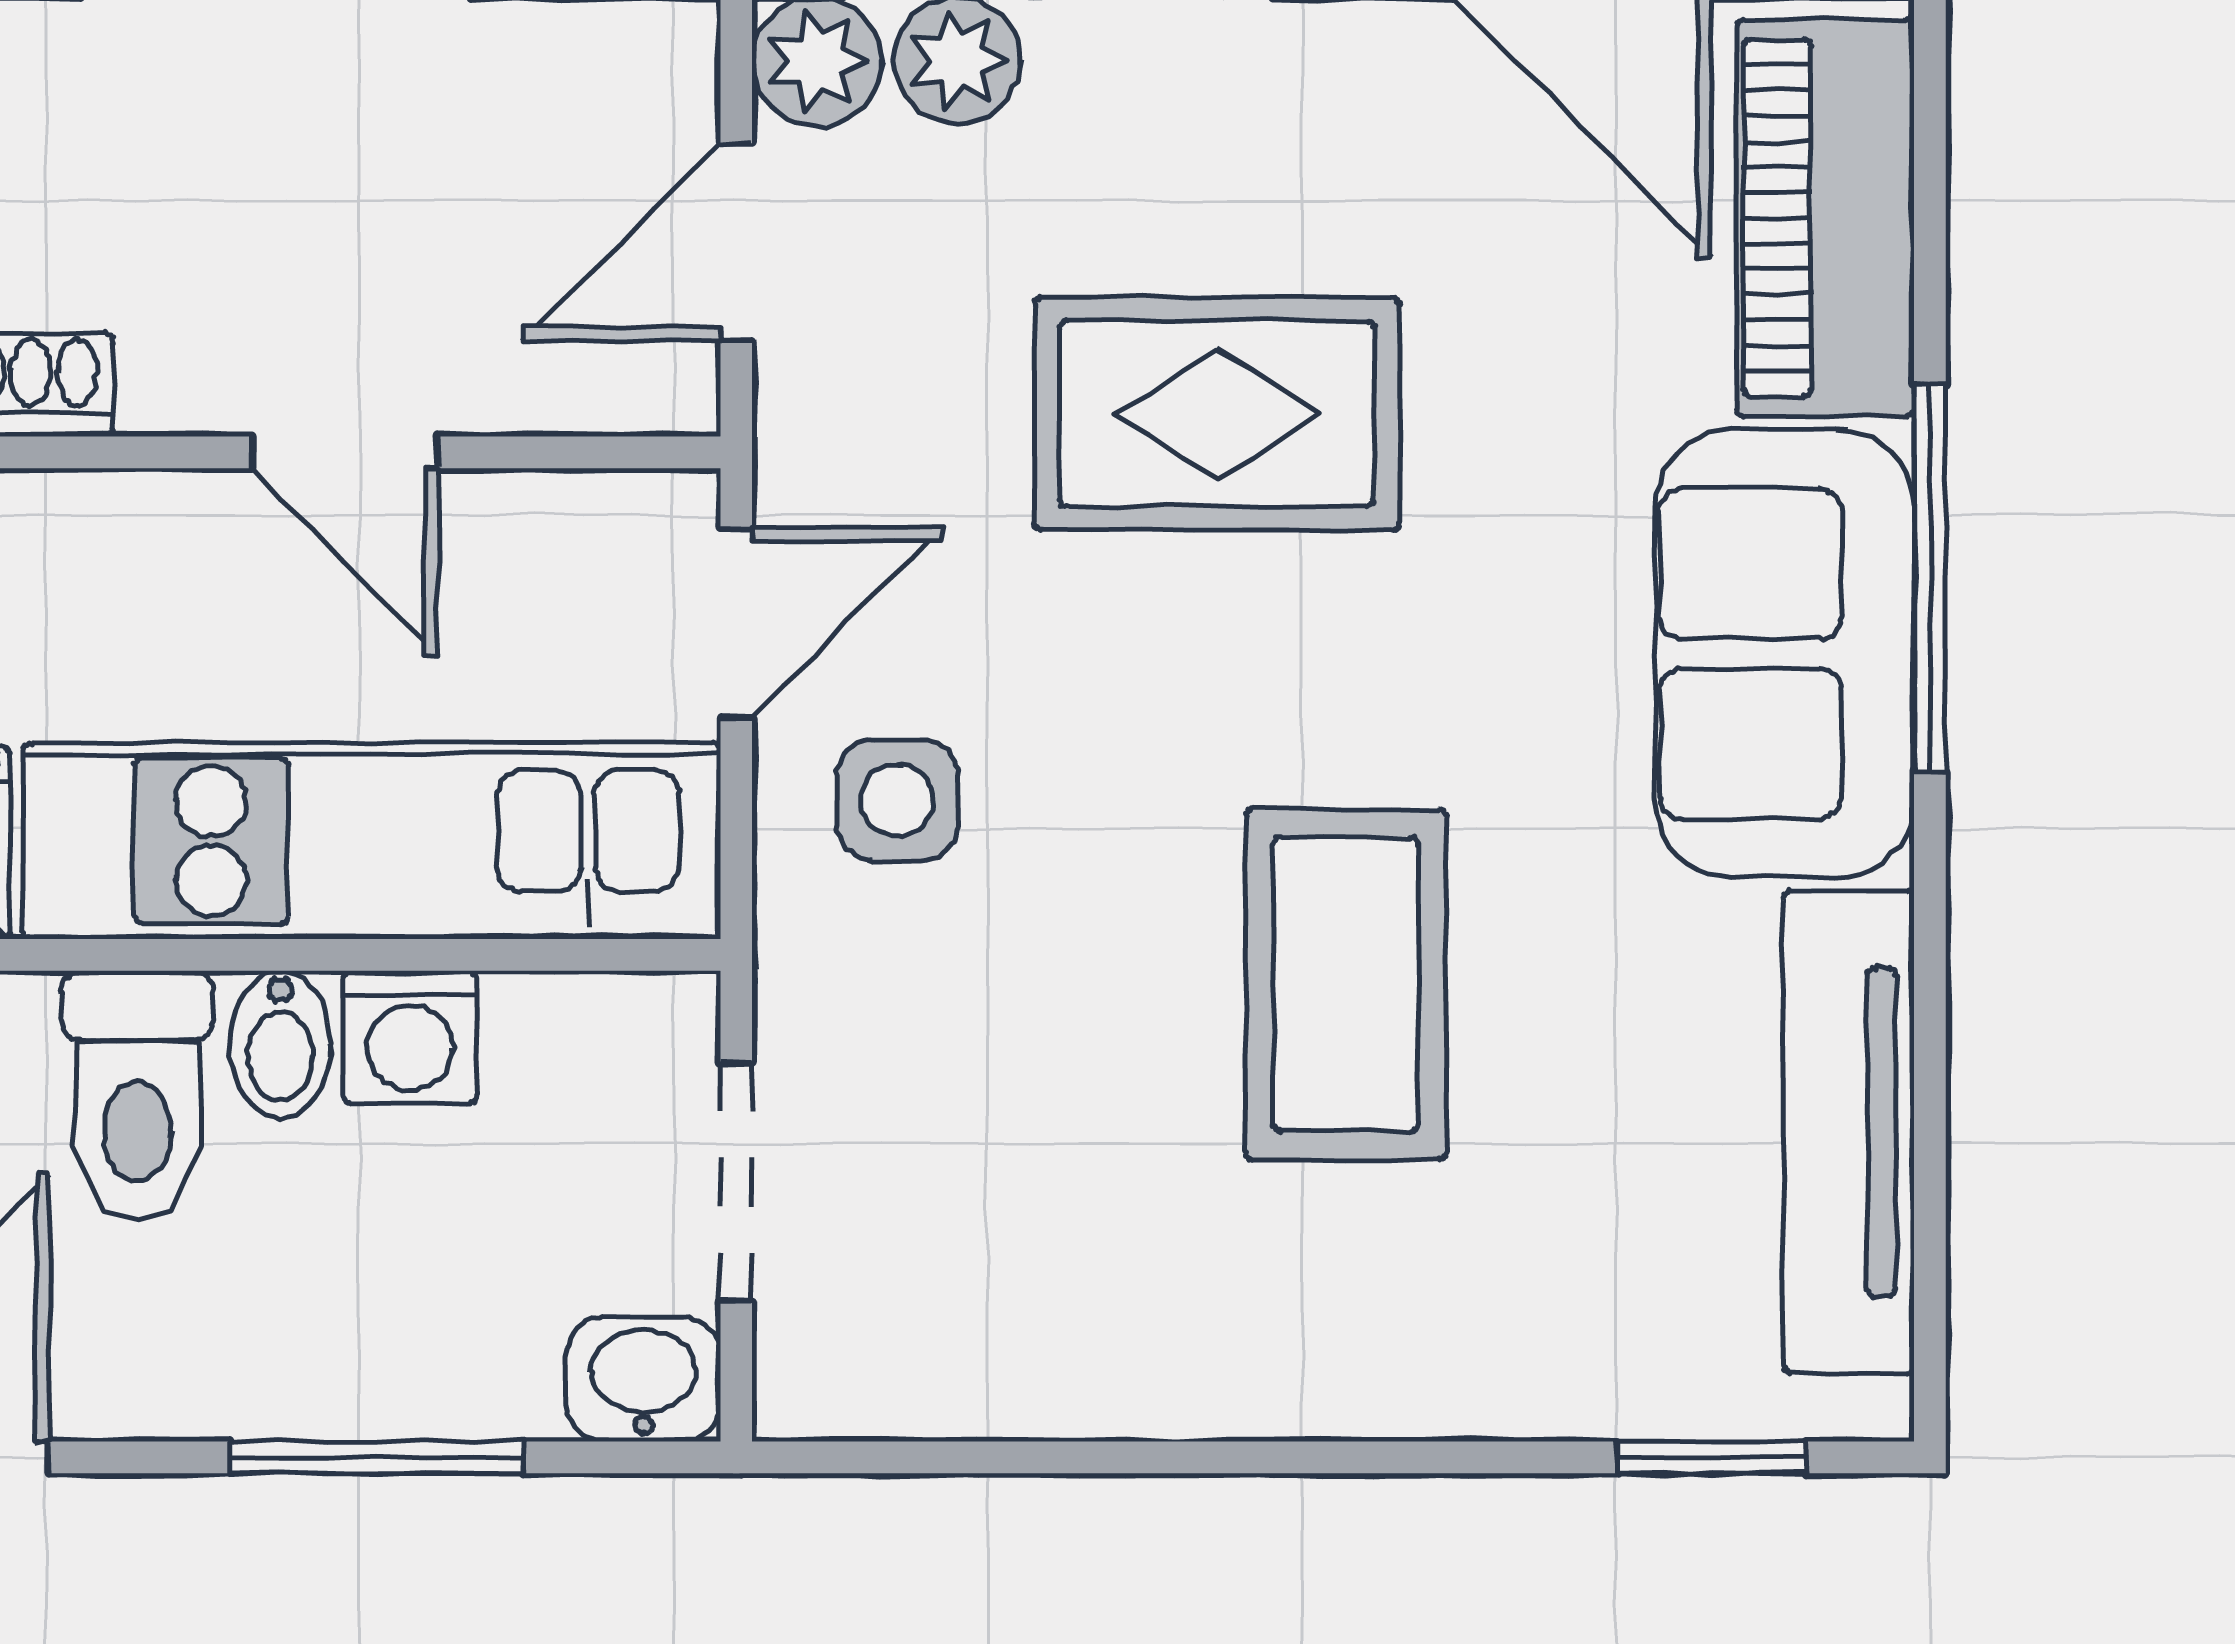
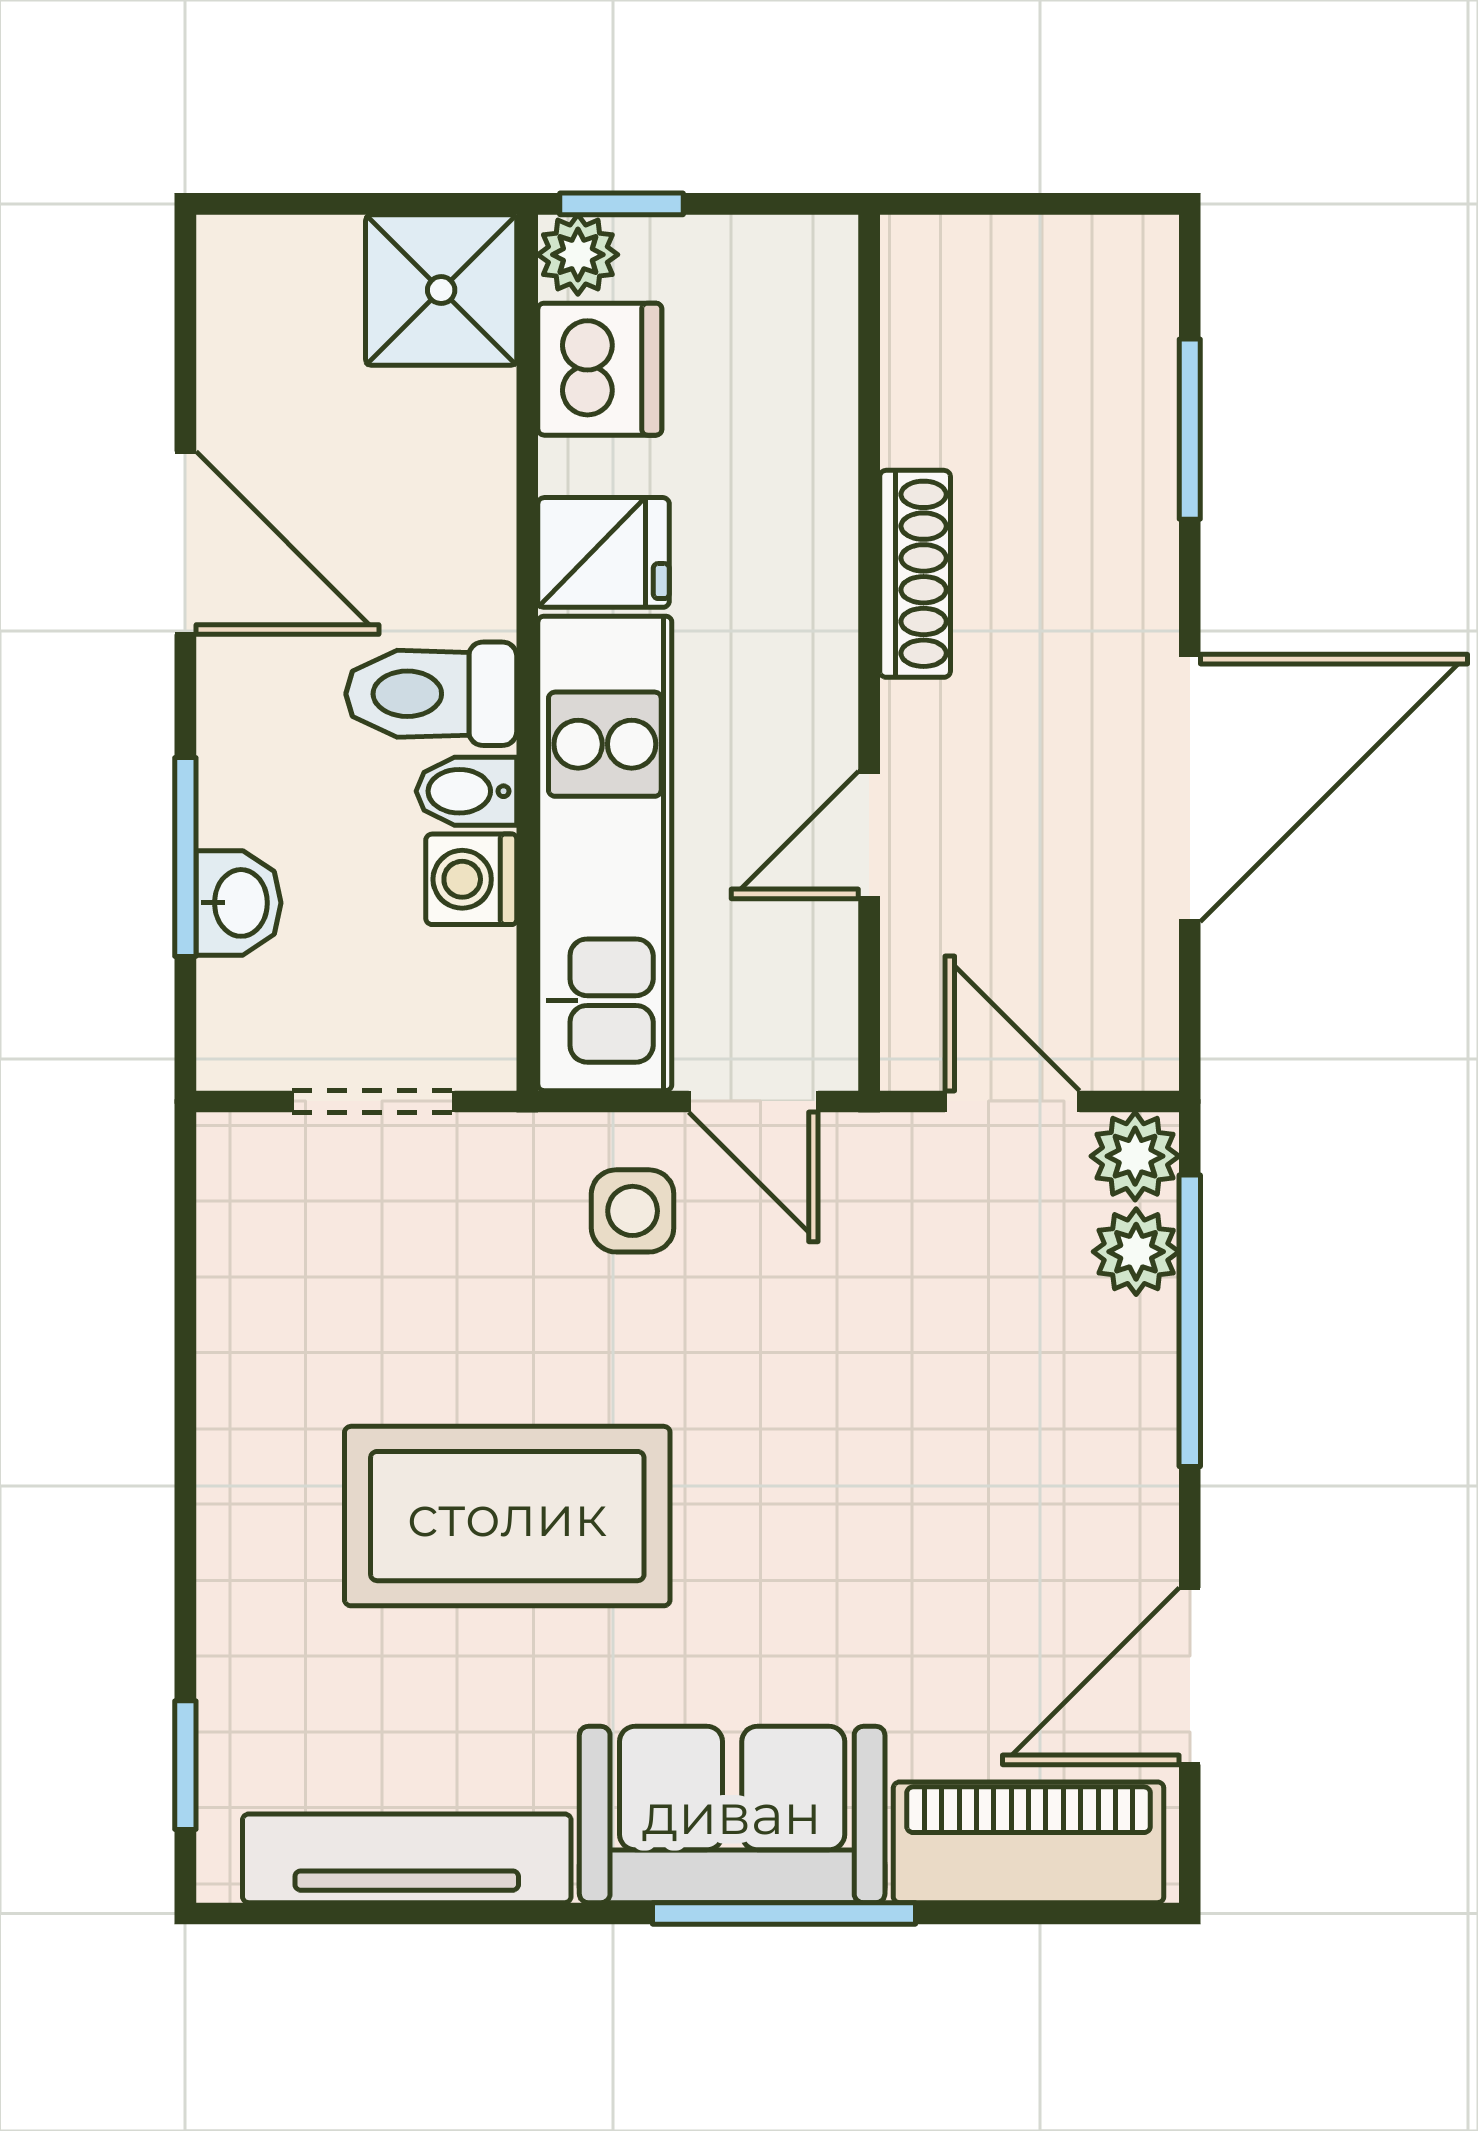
rug: (1217, 414) -> (895, 1428), removed
coffee table: (1346, 984) -> (507, 1516), width x1.36, depth x1.32
washbasin: (644, 1379) -> (238, 903), moved

